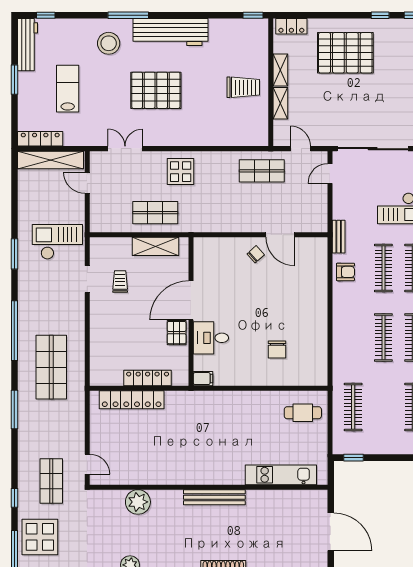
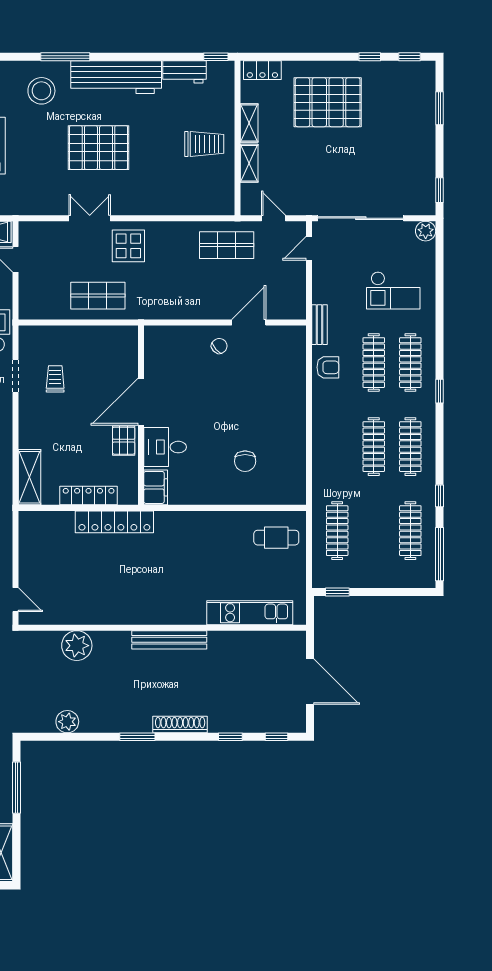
workbench: (227, 28) -> (185, 72), added
double door: (125, 149) -> (90, 218), moved
door: (280, 235) -> (249, 322), swing flipped
shelving: (155, 246) -> (29, 477), moved, turned 90
filing cabinet: (203, 379) -> (156, 487), width x2.00
locker: (132, 400) -> (114, 522), moved

